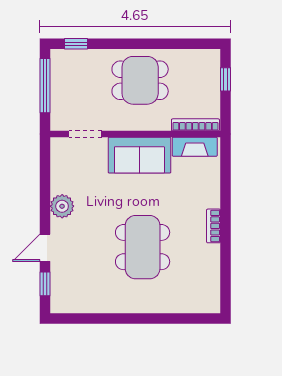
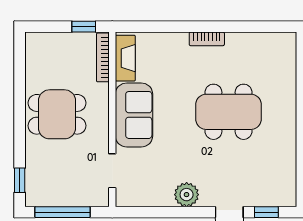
window: (225, 79) -> (84, 27), moved
dining table: (140, 80) -> (57, 114), turned 90

